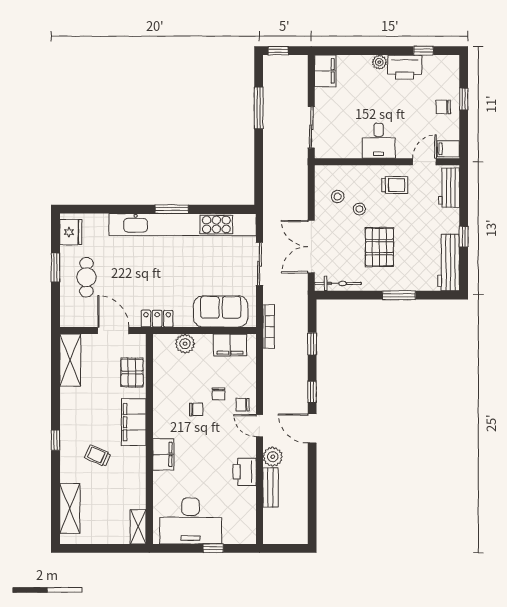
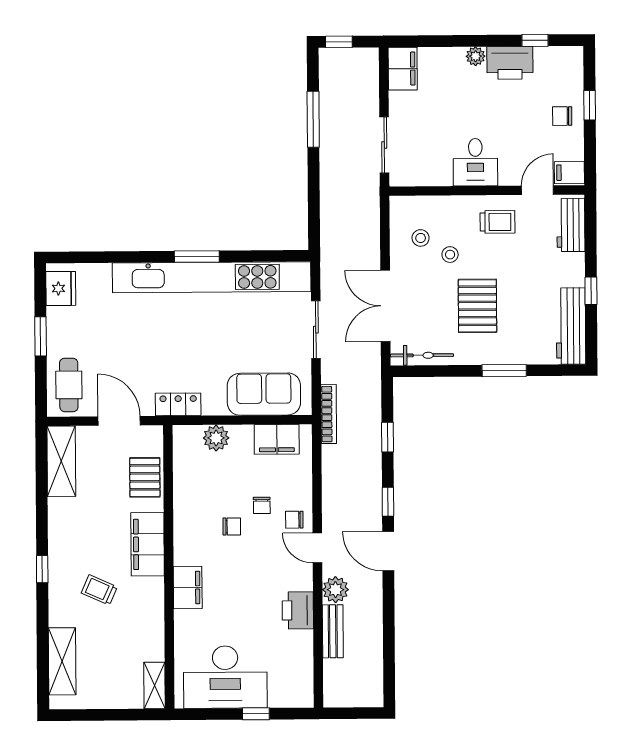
cafe table: (86, 277) -> (69, 385), moved

